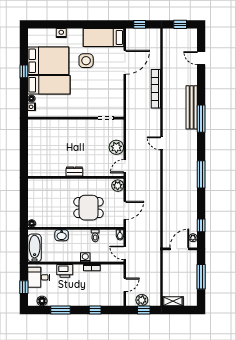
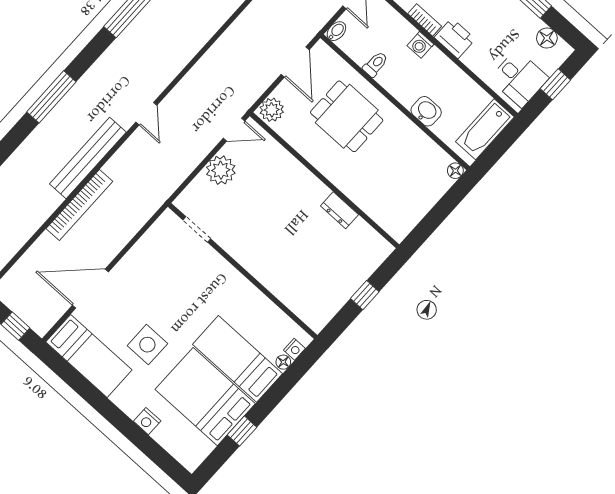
window: (24, 71) -> (242, 431), moved
bench: (192, 107) -> (88, 158), moved
window: (24, 149) -> (365, 295), added
dresser: (74, 171) -> (339, 210), moved
door: (125, 210) -> (295, 62), swing flipped
printer: (65, 271) -> (455, 38), moved

